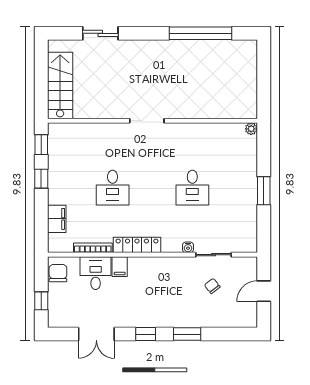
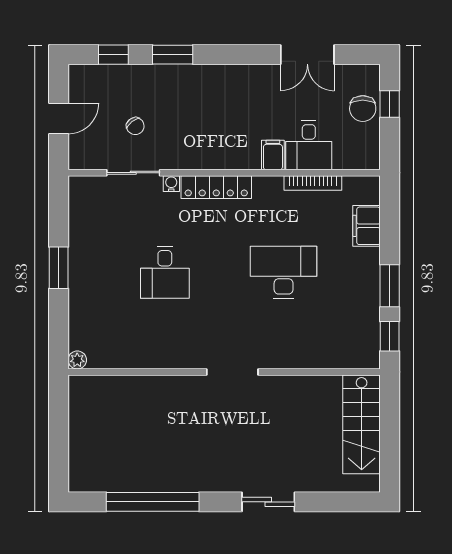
sliding door: (100, 33) -> (268, 502), moved
window: (41, 179) -> (390, 286), width x1.50
desk: (113, 188) -> (284, 272), width x1.37
desk: (192, 188) -> (165, 272), turned 180
locker: (137, 245) -> (216, 187), moved
chair: (58, 273) -> (363, 109), moved
double door: (96, 334) -> (307, 55), swing flipped
window: (146, 334) -> (113, 55), moved

